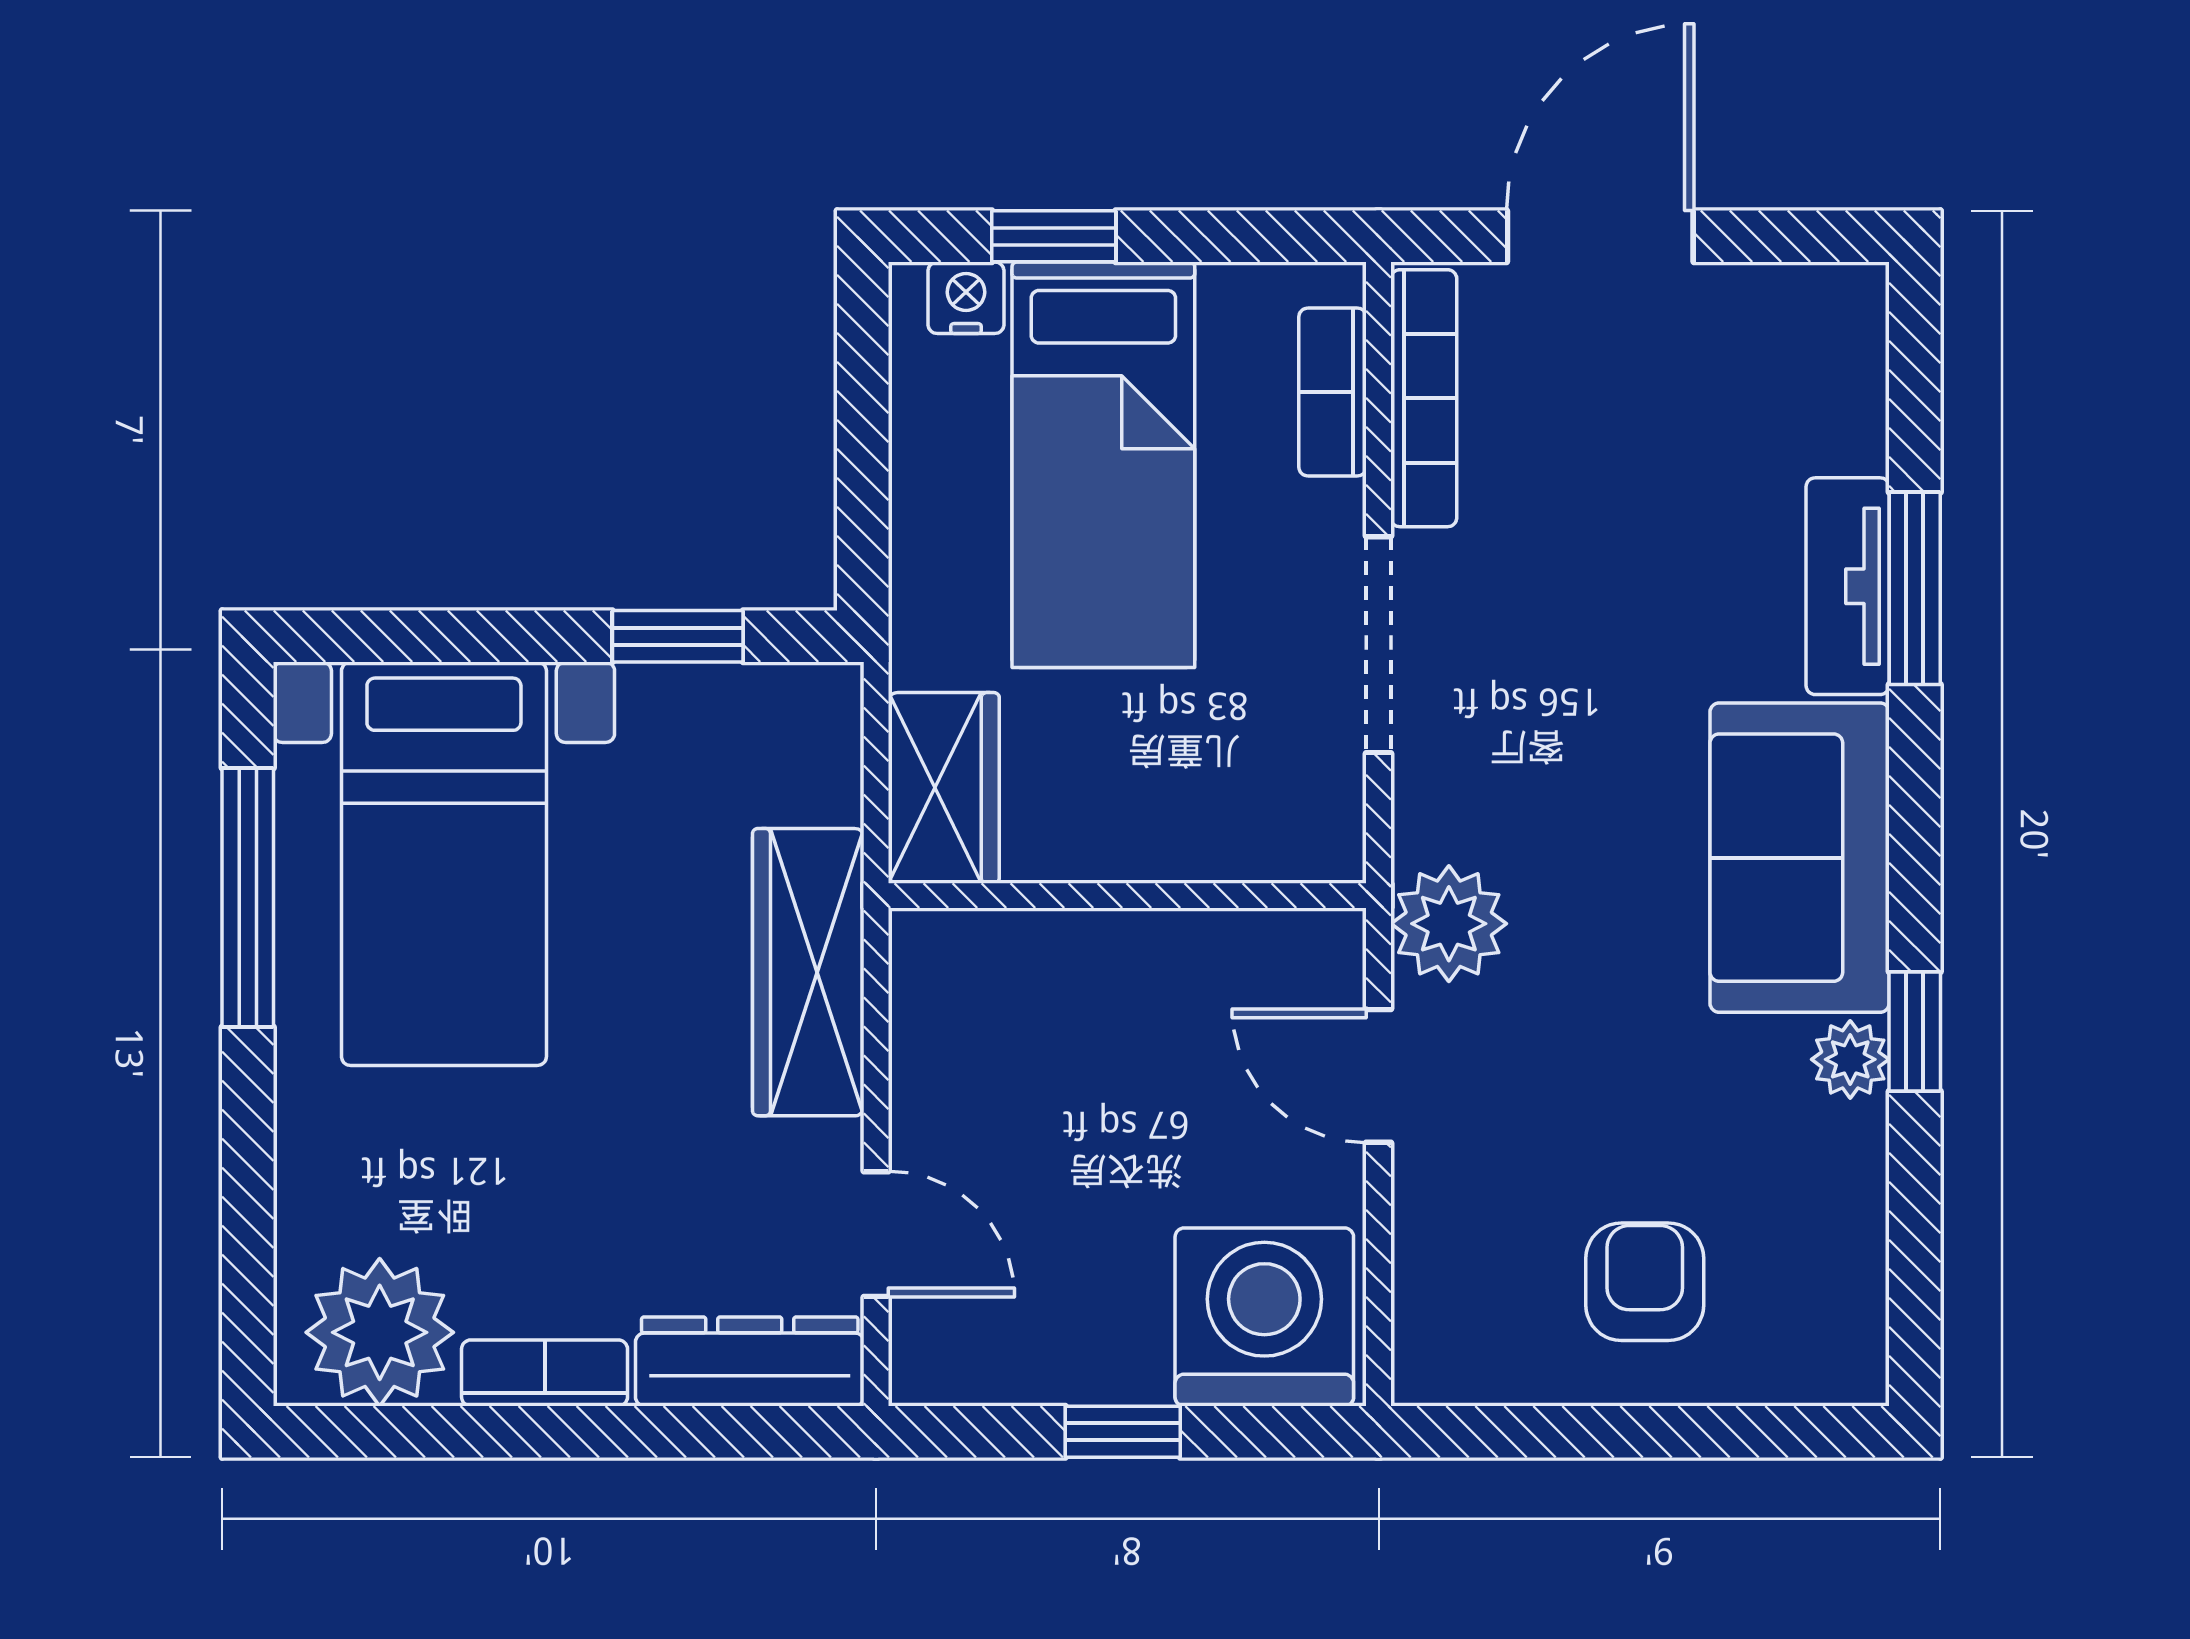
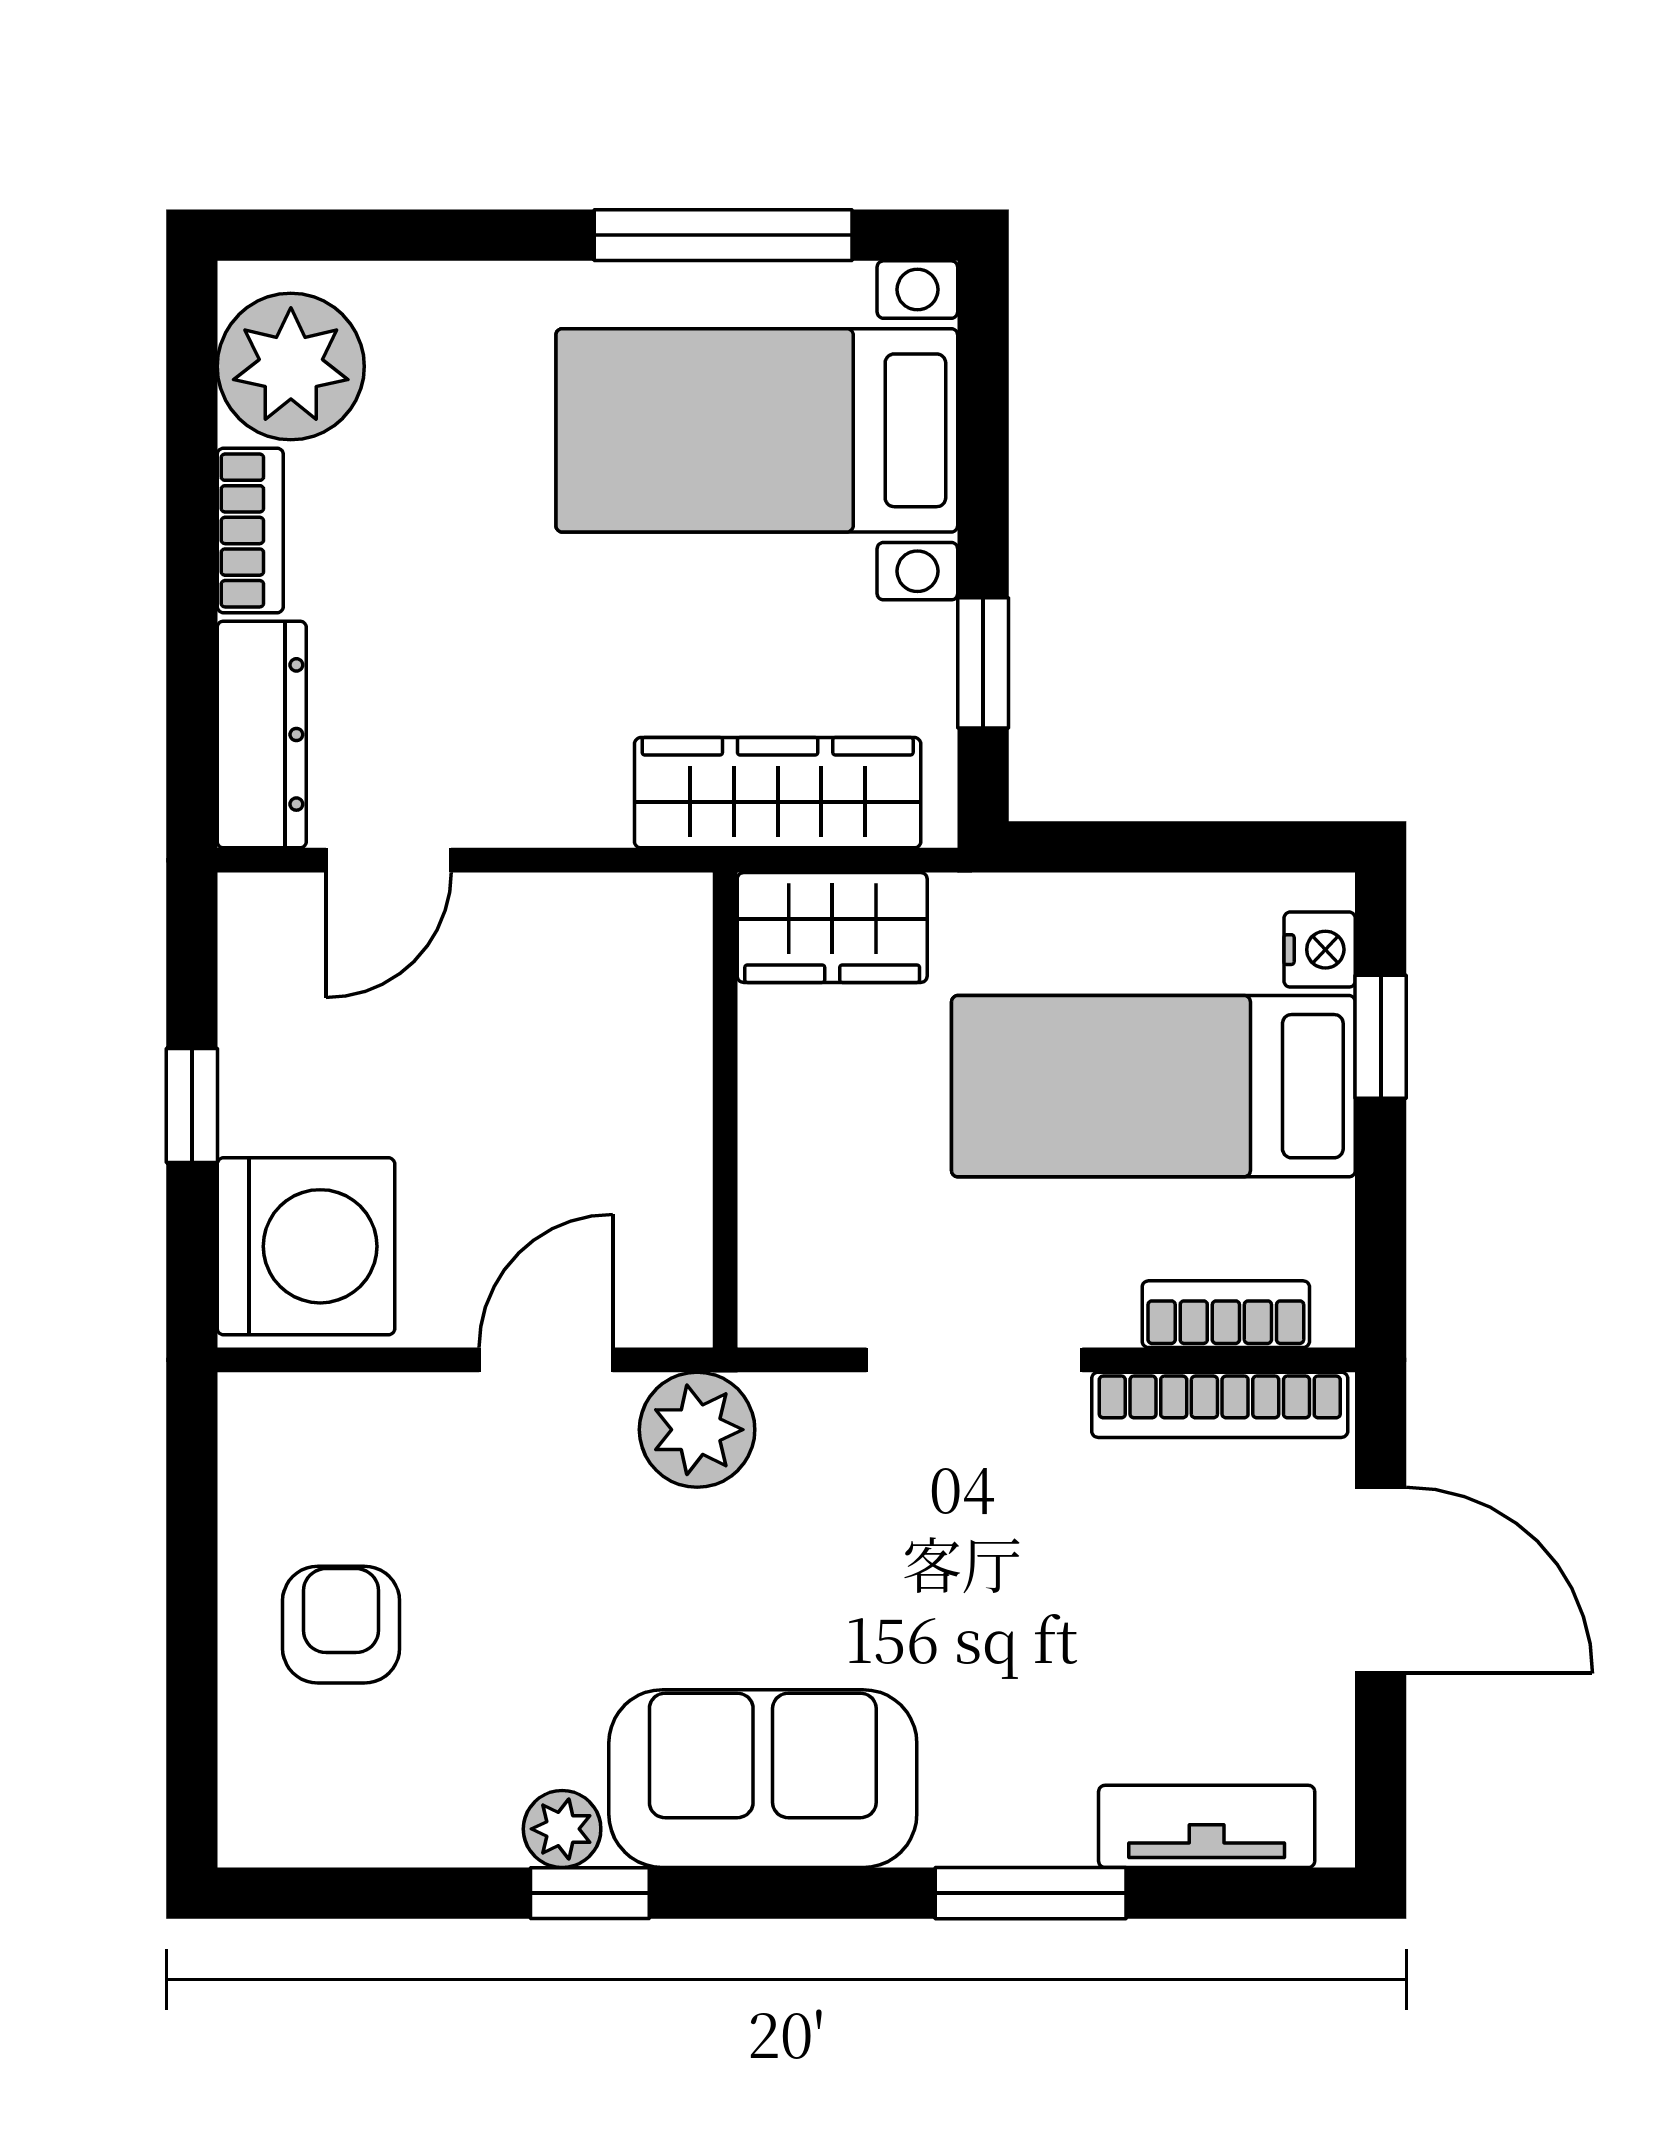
tv unit: (1848, 586) -> (1207, 1826), moved
wardrobe: (808, 972) -> (778, 793), moved
armchair: (1645, 1282) -> (341, 1625), turned -90

